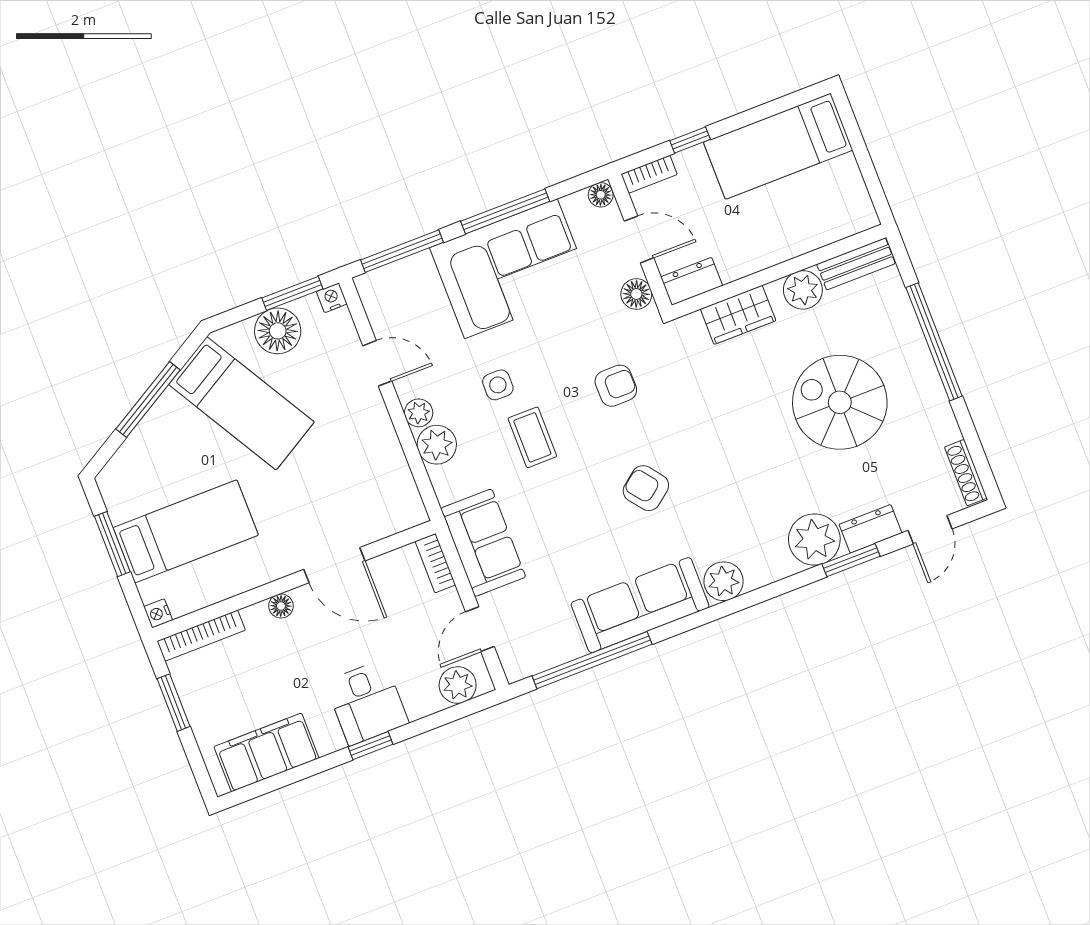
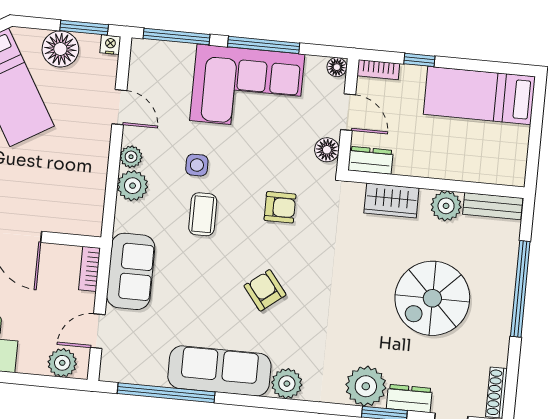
spiral stairs: (840, 402) -> (432, 298), turned -90

